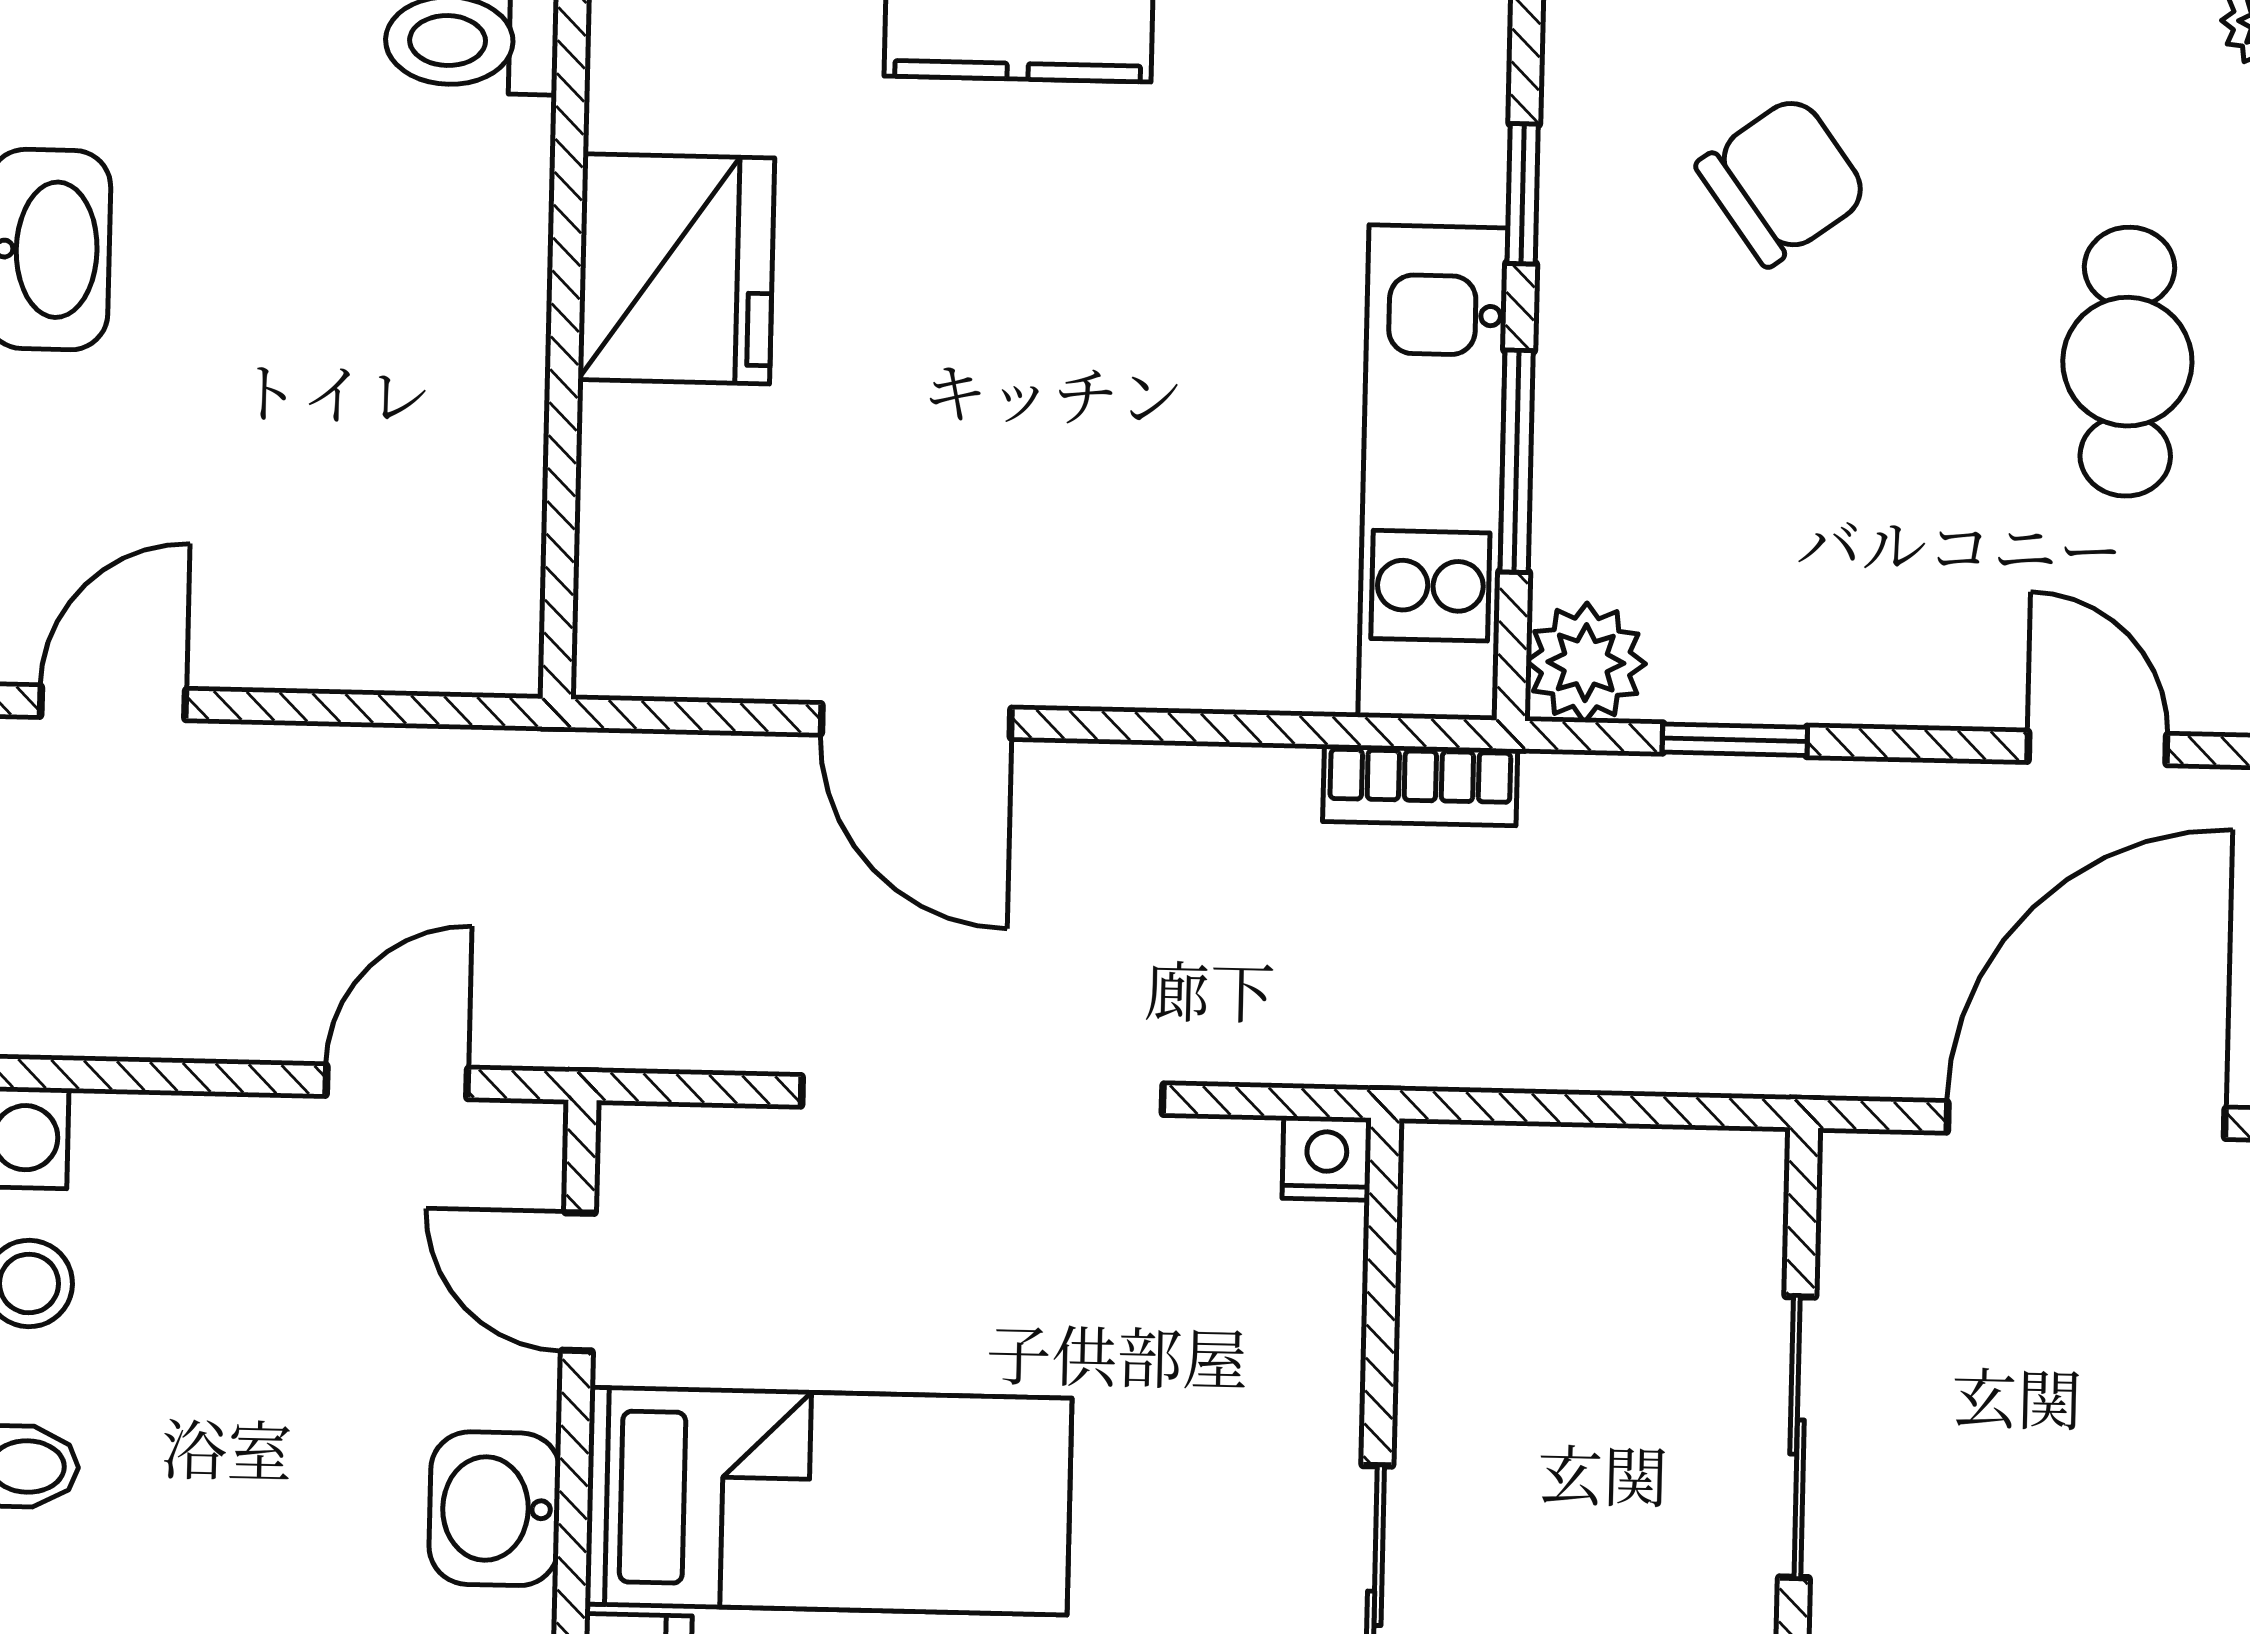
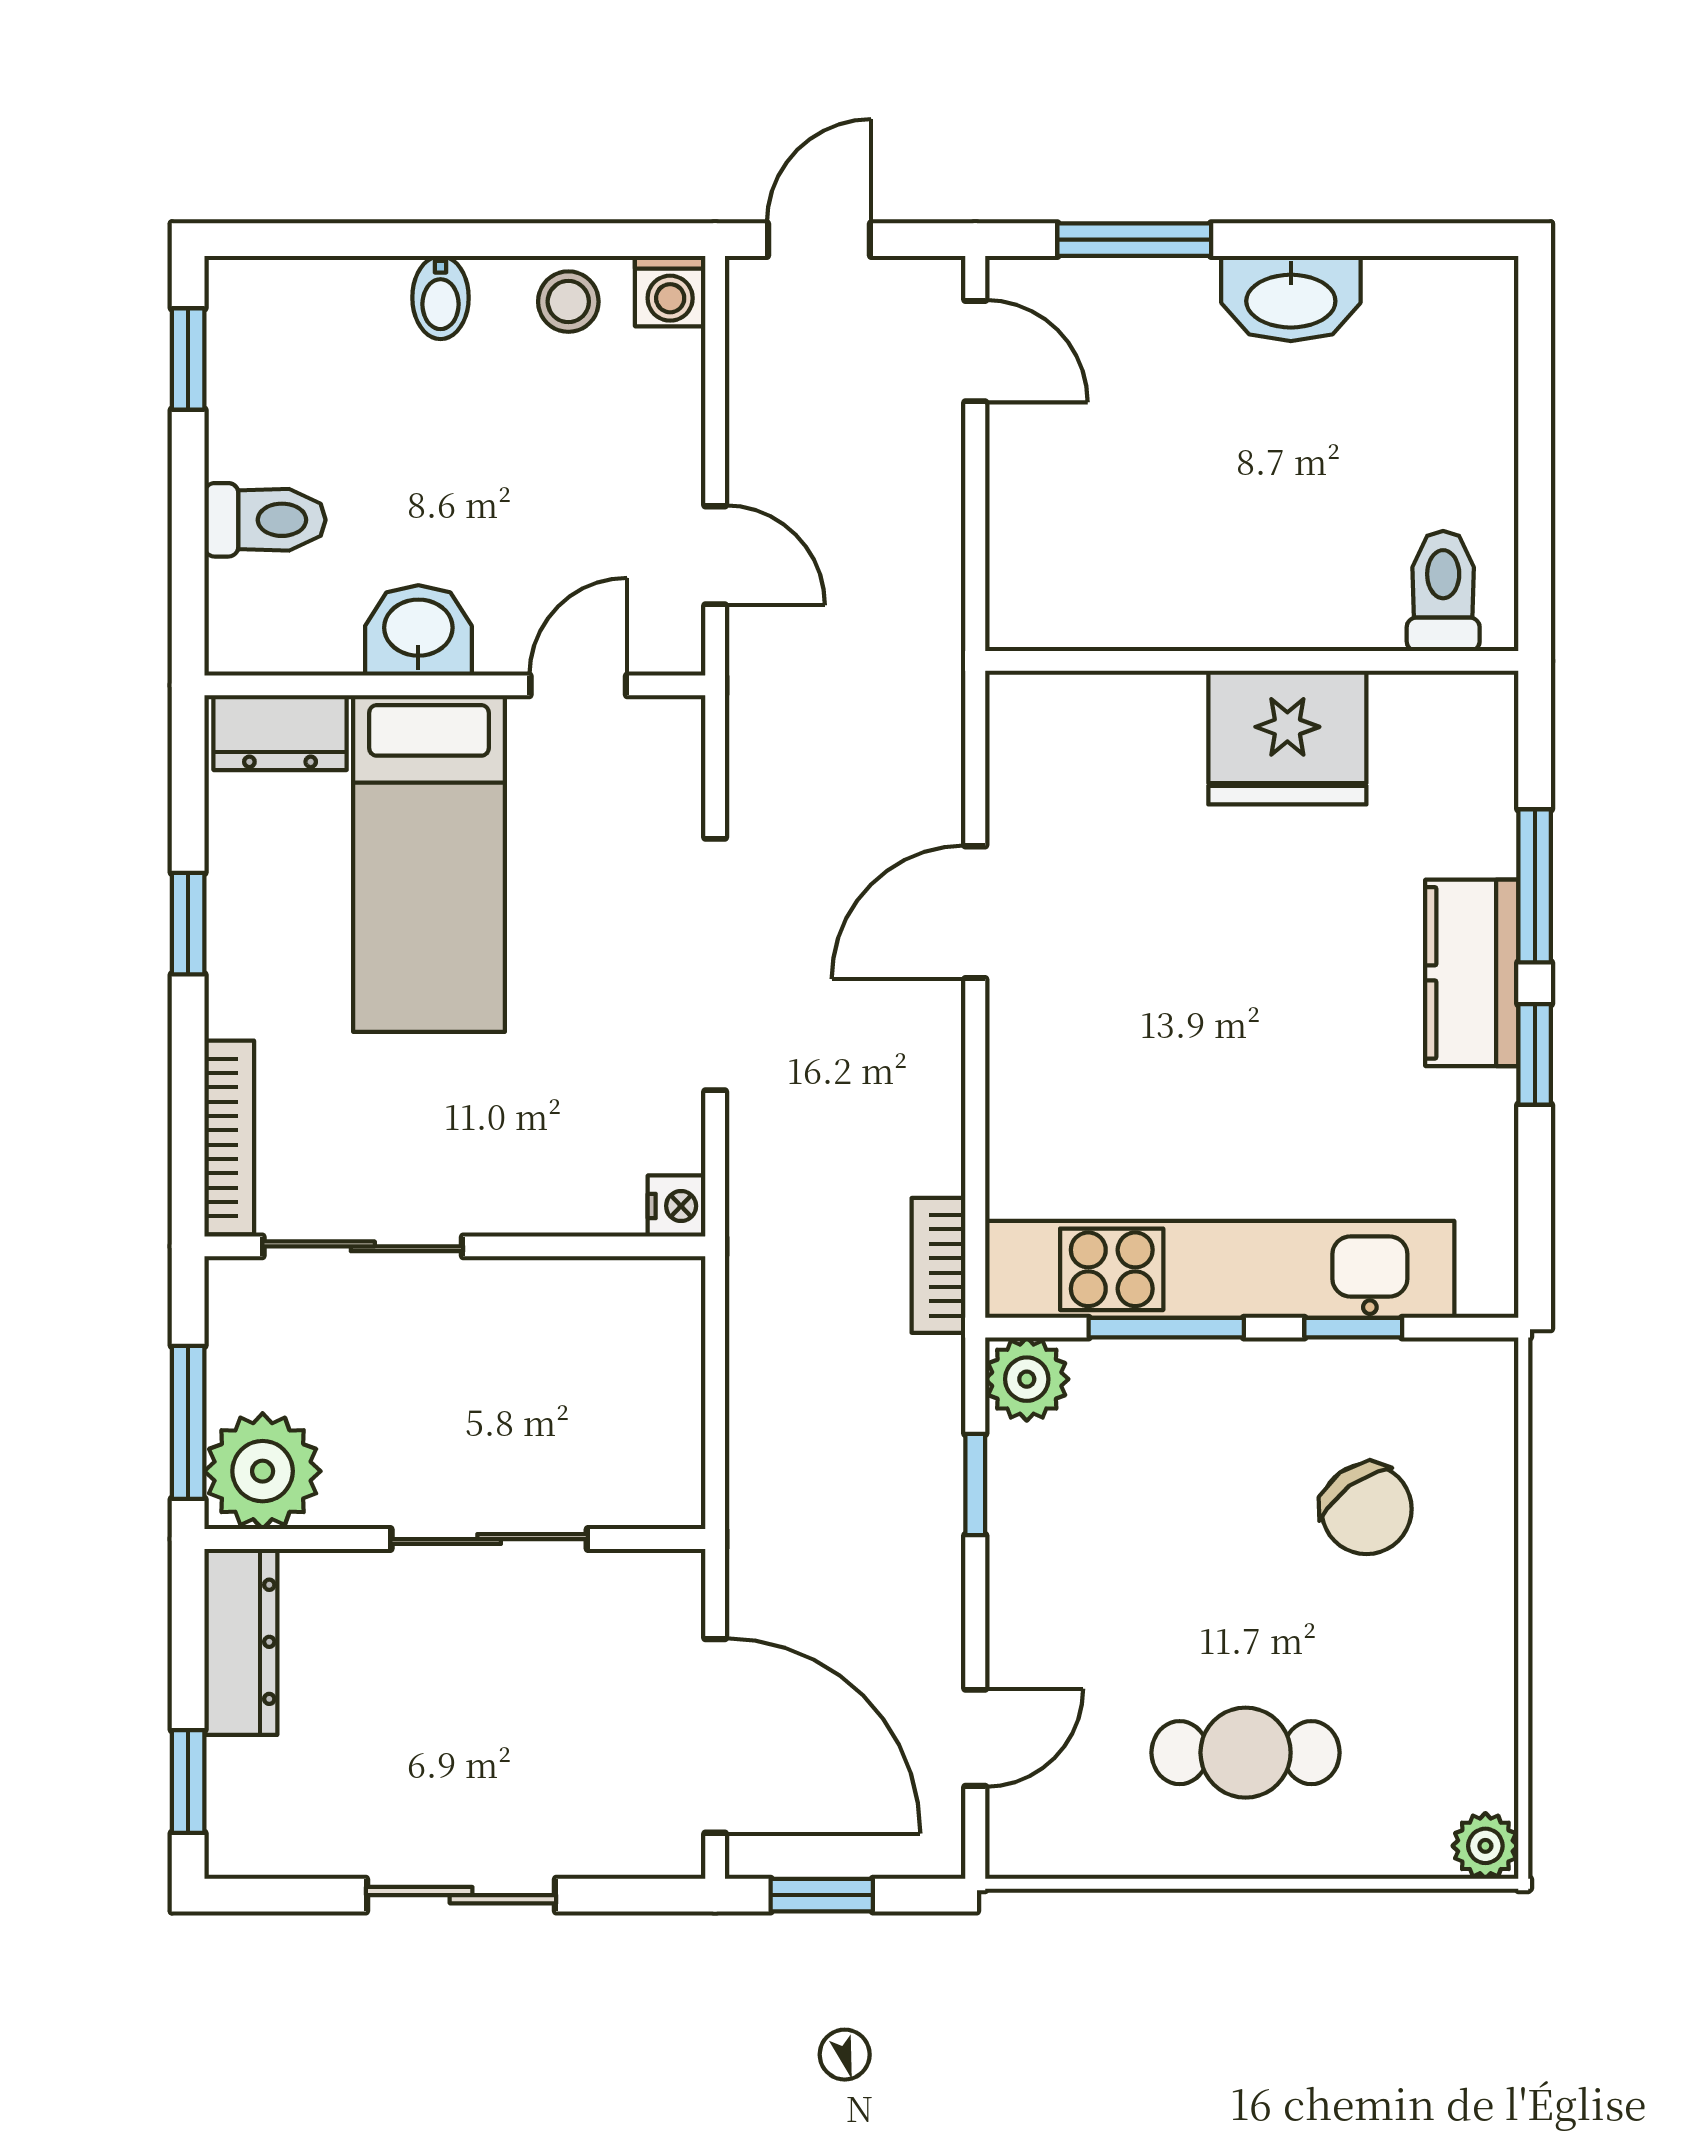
kitchen unit: (1433, 472) -> (1220, 1269), width x1.36

